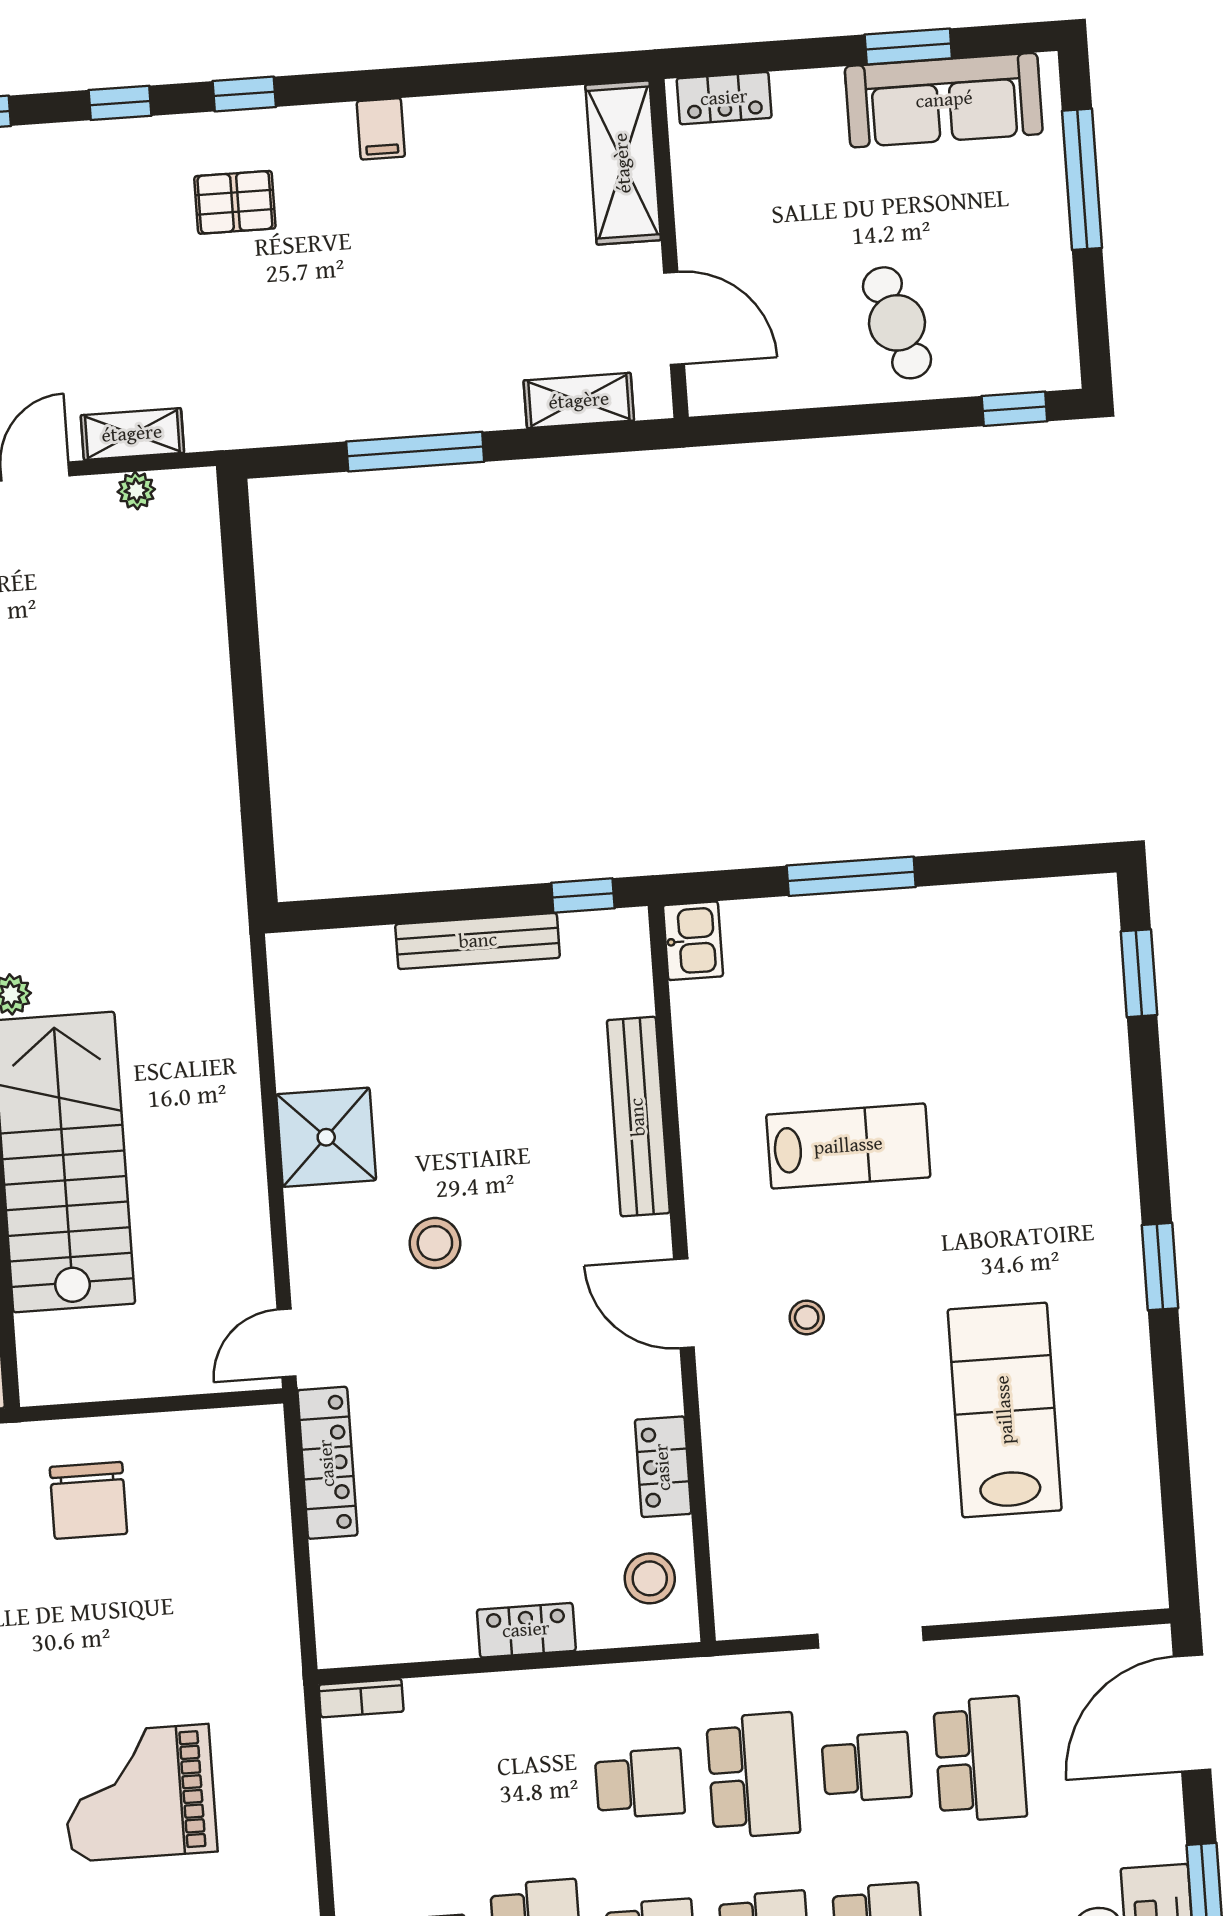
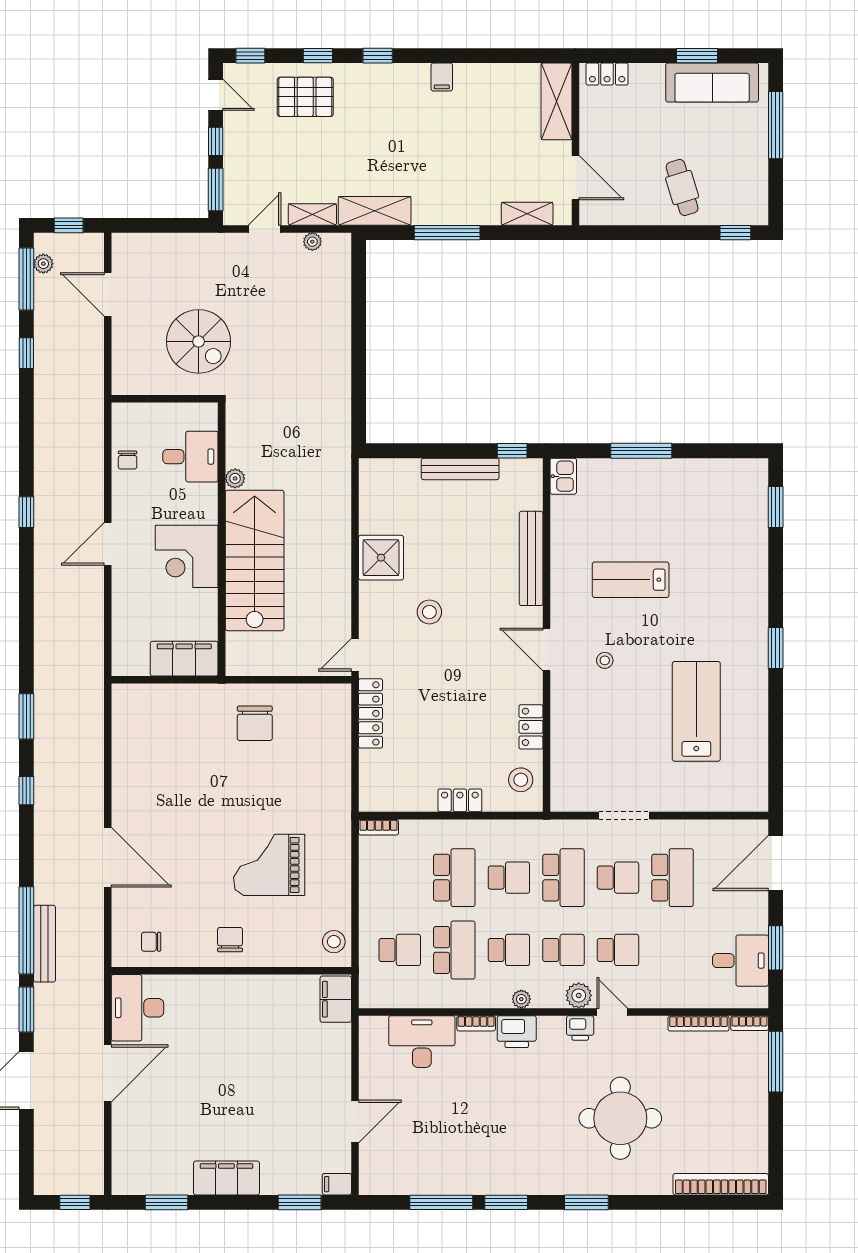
pallet: (235, 202) -> (305, 97), moved, width x1.50, depth x1.42
shelving: (261, 417) -> (375, 211), added
lab bench: (848, 1146) -> (631, 580), turned 180
school desk: (526, 1792) -> (454, 878), added

